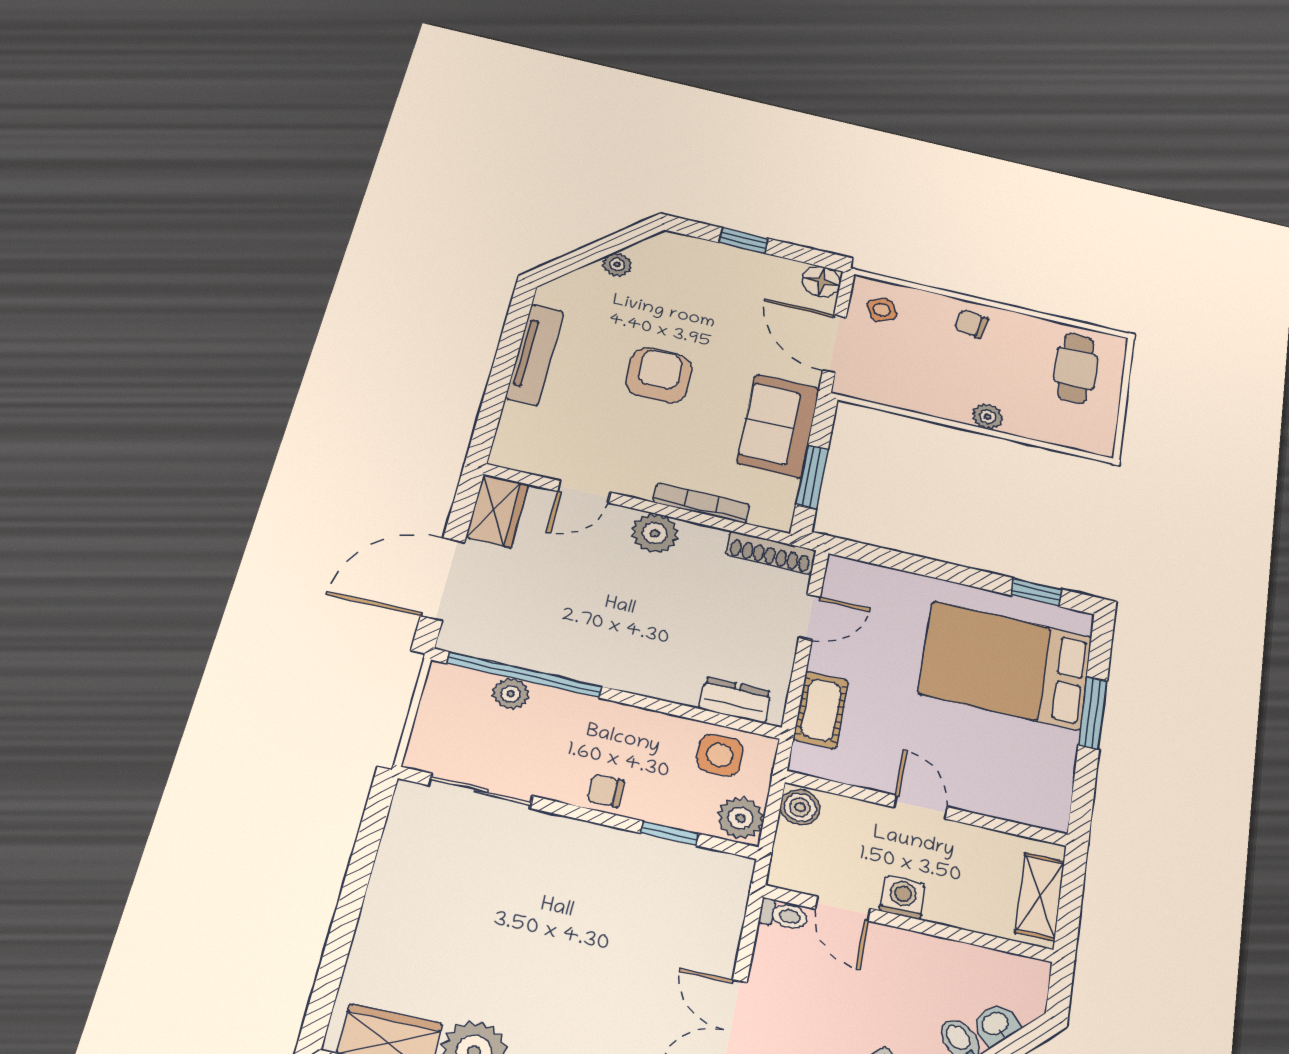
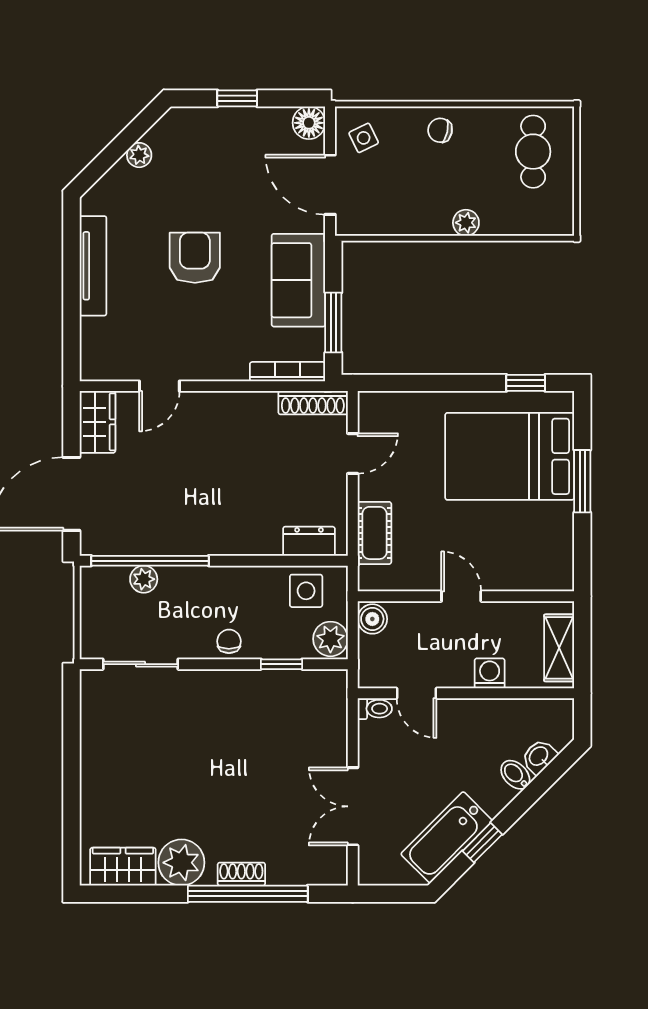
bookcase: (701, 503) -> (288, 372), moved
plant: (655, 533) -> (221, 410), removed
chair: (606, 791) -> (229, 641), turned 90
washing machine: (902, 897) -> (490, 673), moved

